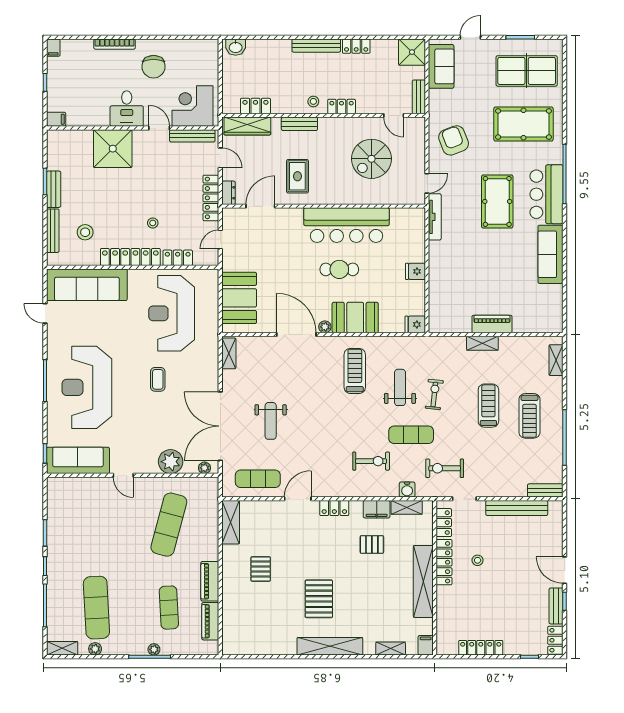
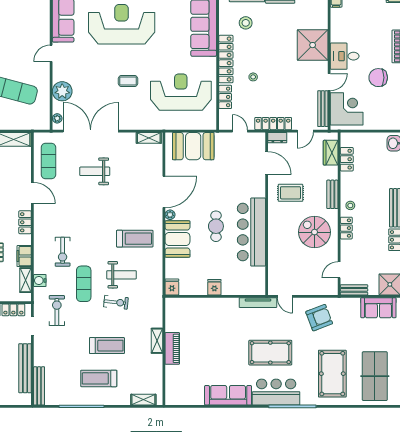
wardrobe: (247, 126) -> (331, 153), width x0.67
spiral stairs: (371, 159) -> (314, 232), moved
bench: (545, 490) -> (39, 386), width x1.36

